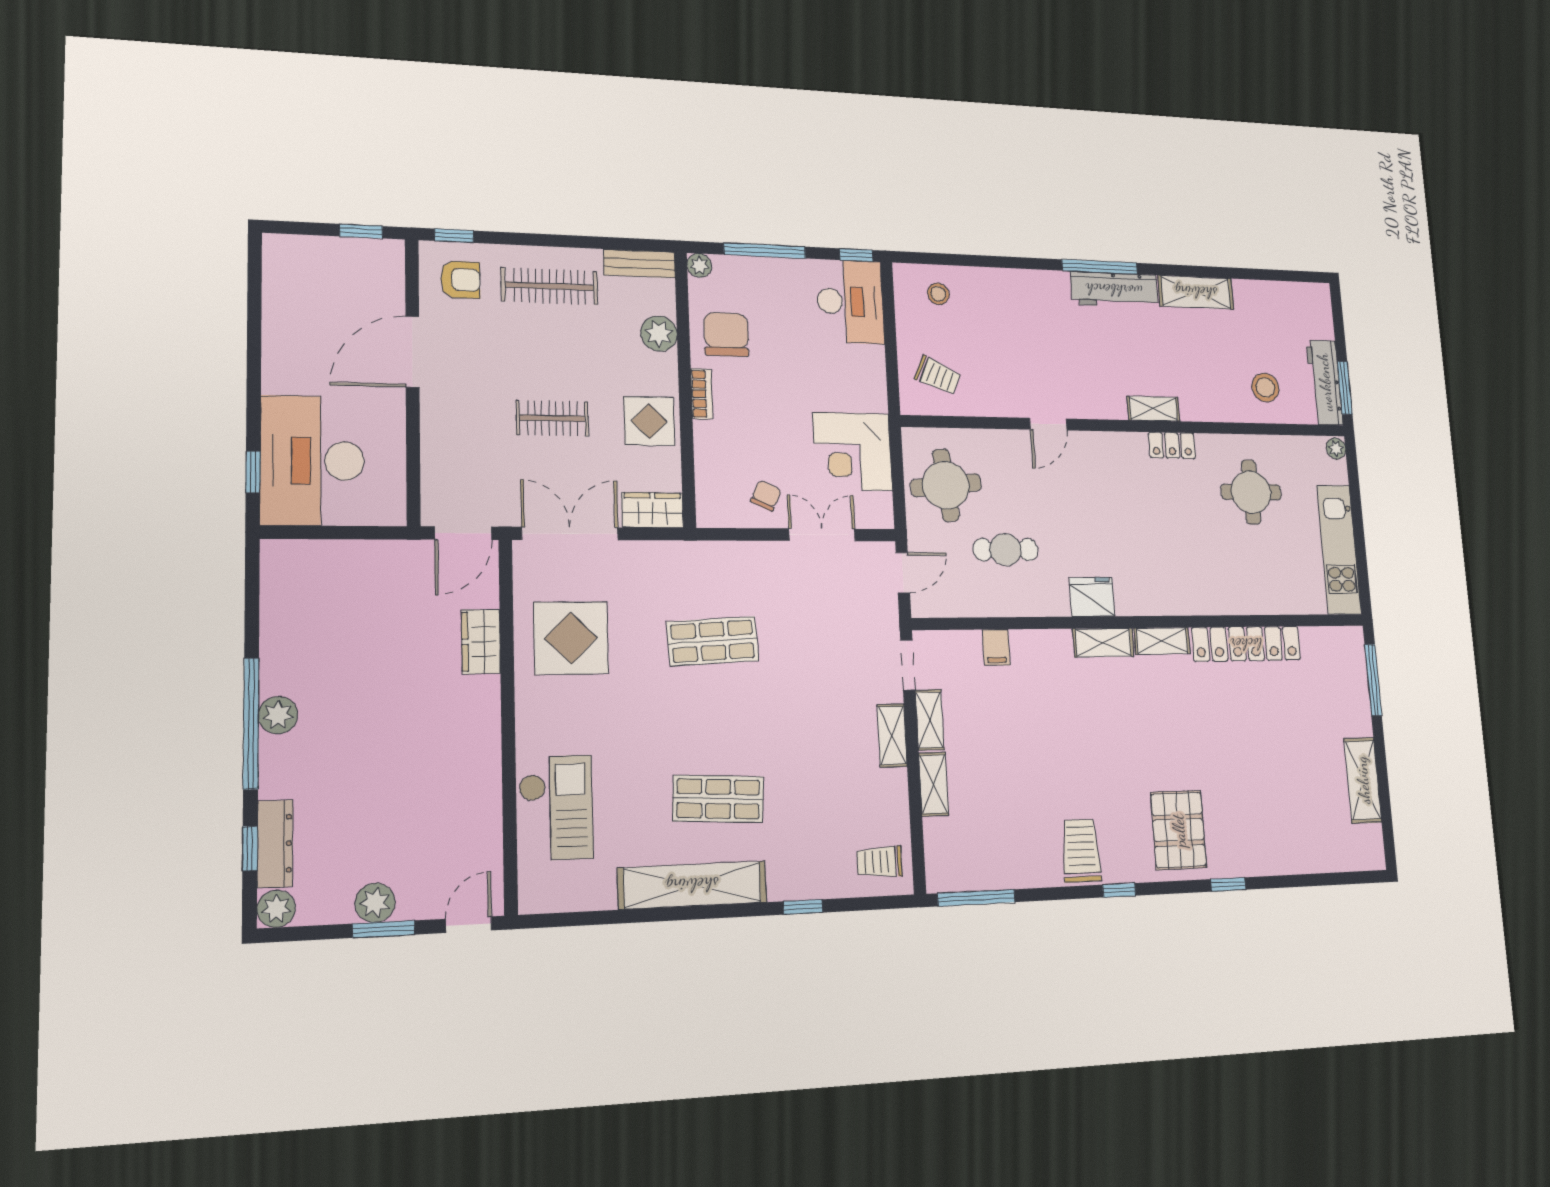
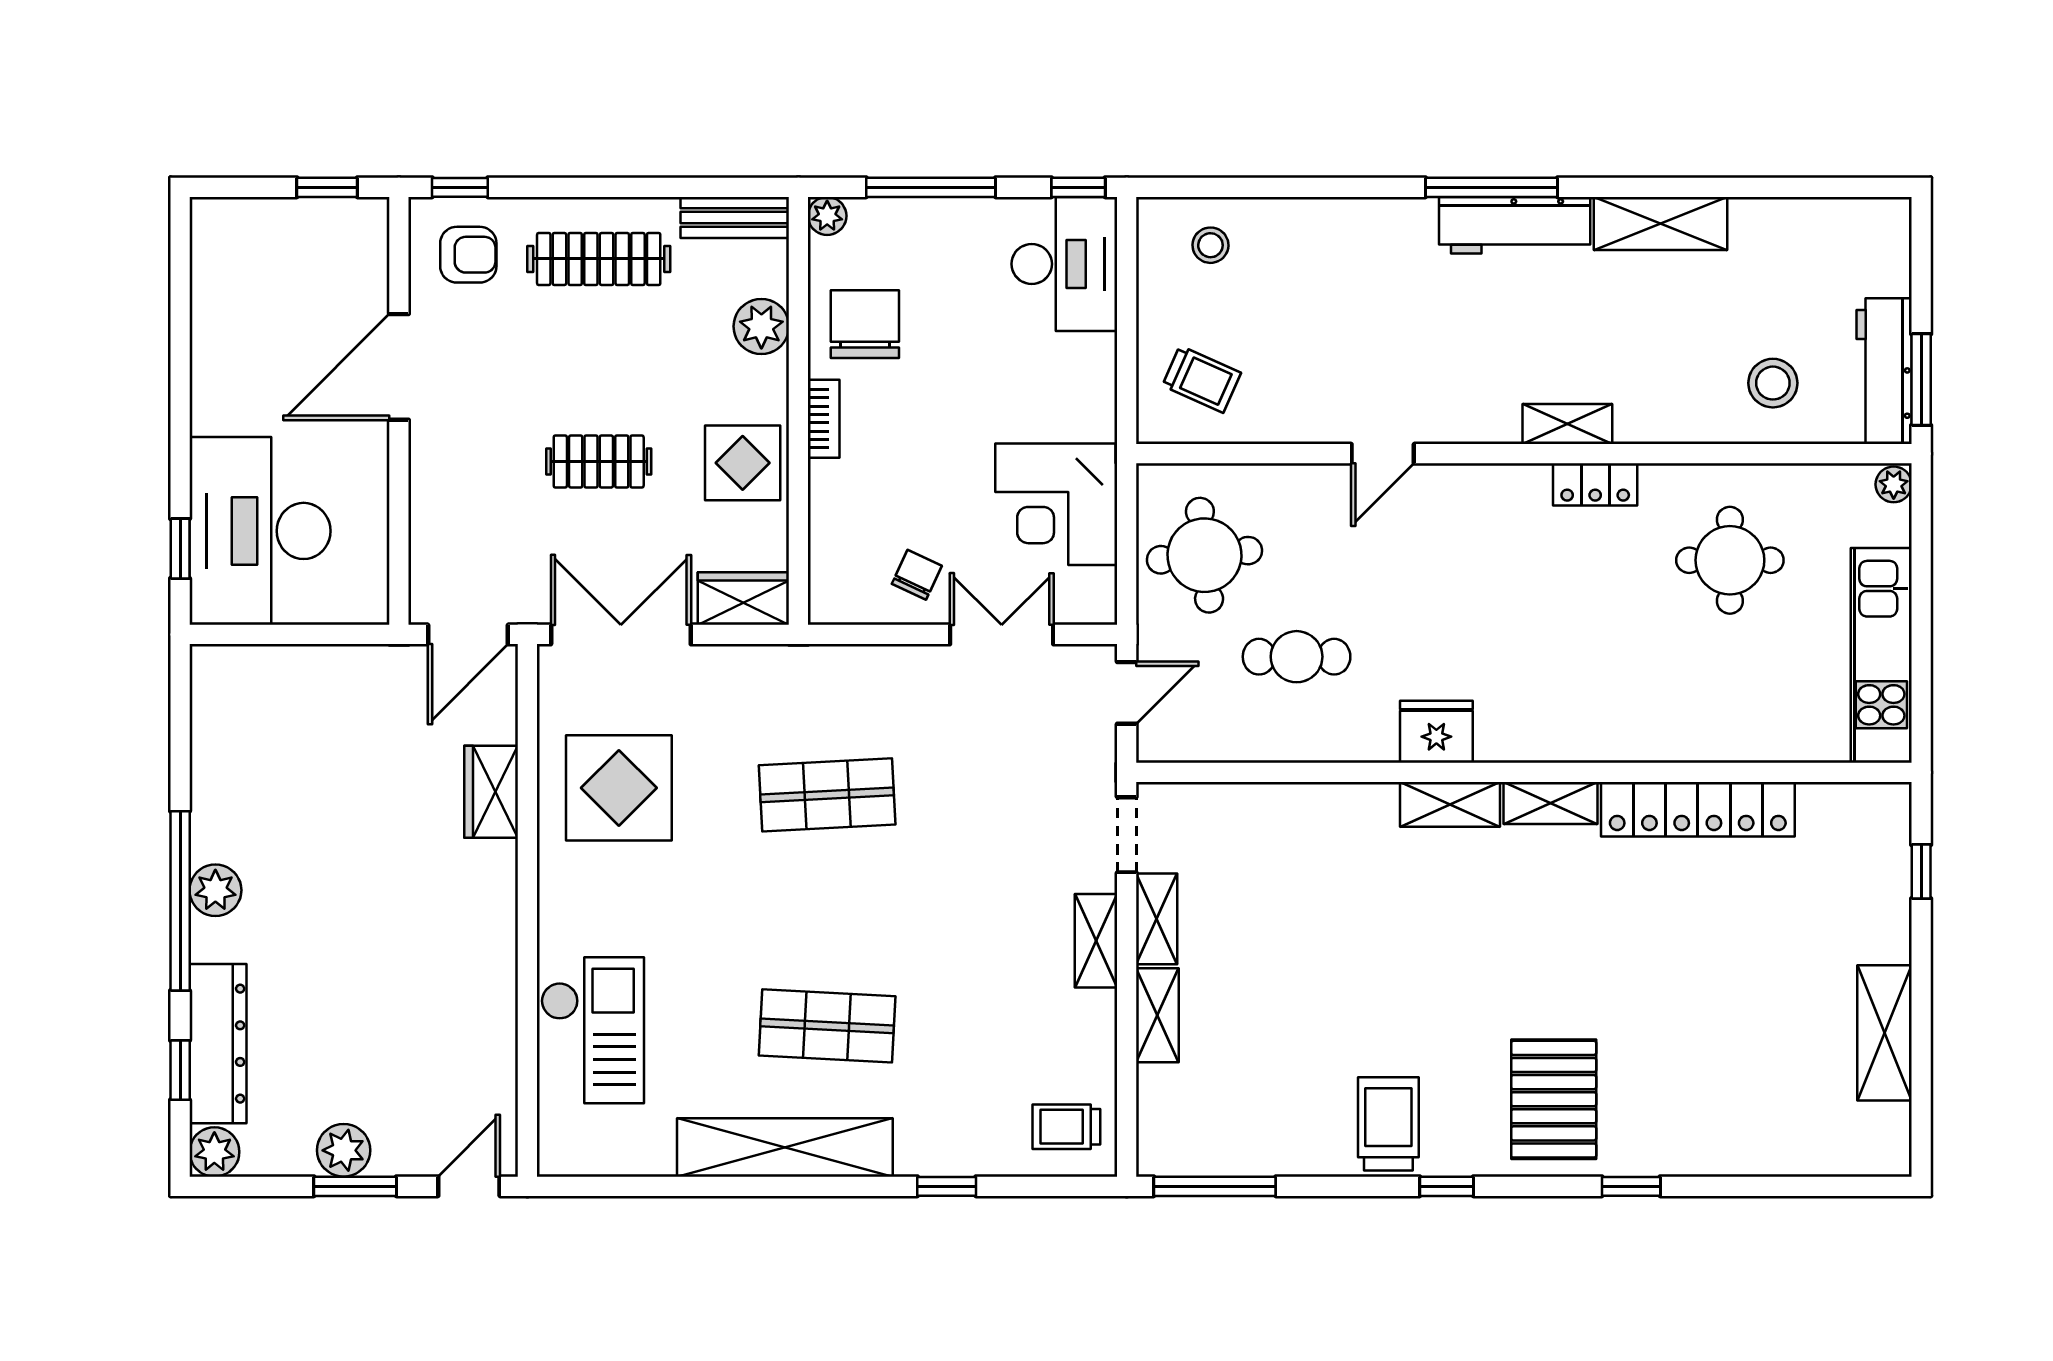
filing cabinet: (996, 647) -> (1271, 810), removed
window: (1373, 680) -> (1921, 872), width x0.46
dresser: (275, 844) -> (218, 1044), width x1.37, depth x1.24

